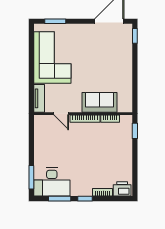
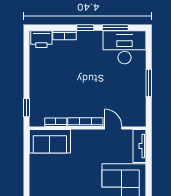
sofa: (100, 102) -> (50, 141), moved
window: (31, 177) -> (149, 83), moved

